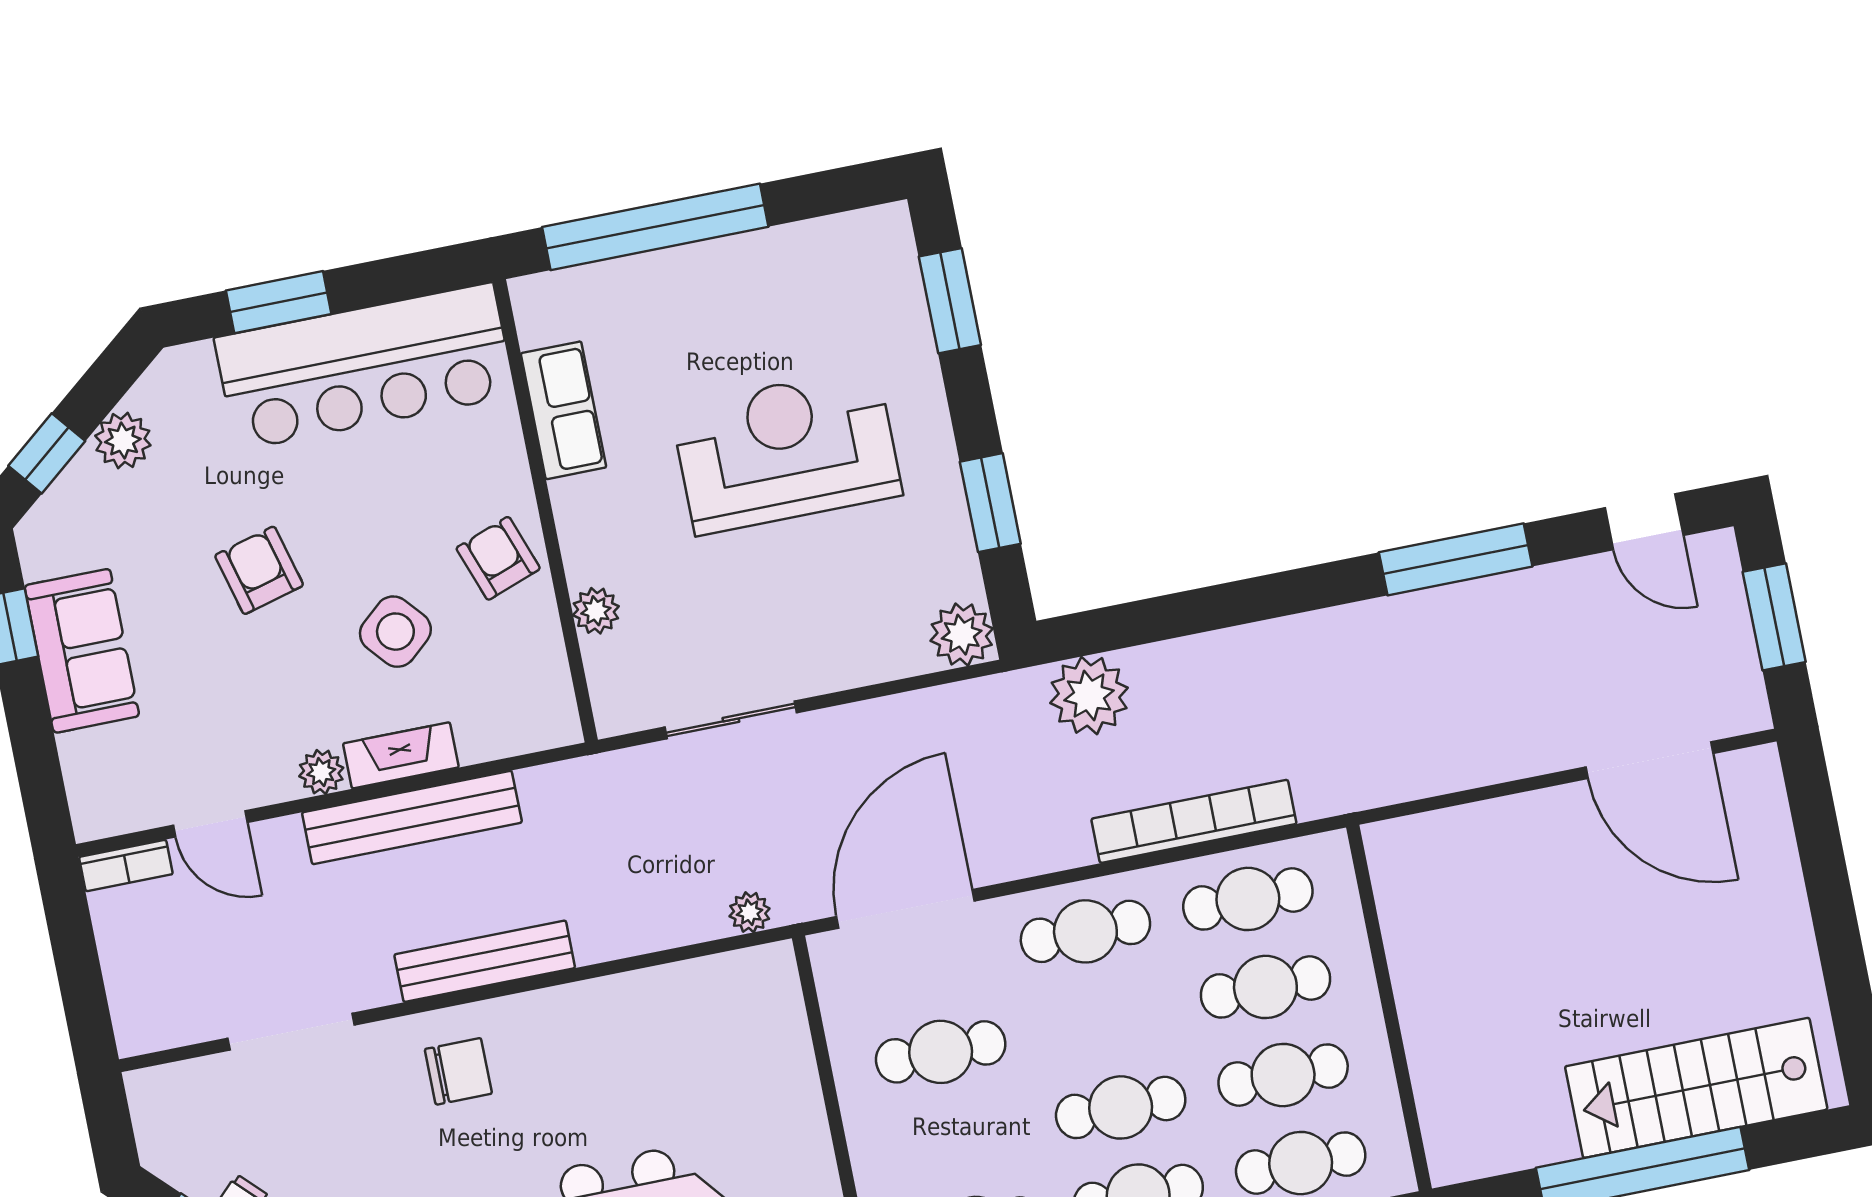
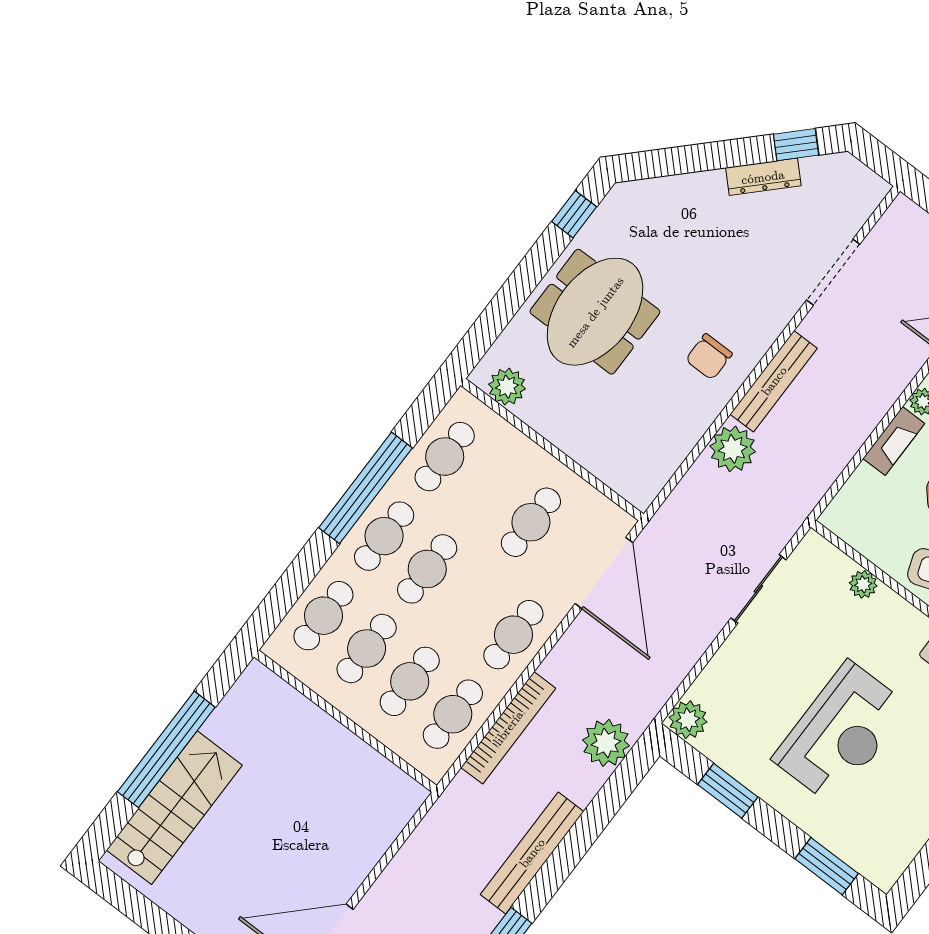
bench: (412, 817) -> (532, 853), moved
plant: (750, 912) -> (733, 449), moved, width x1.87, depth x1.87
chair: (458, 1071) -> (709, 357), moved

